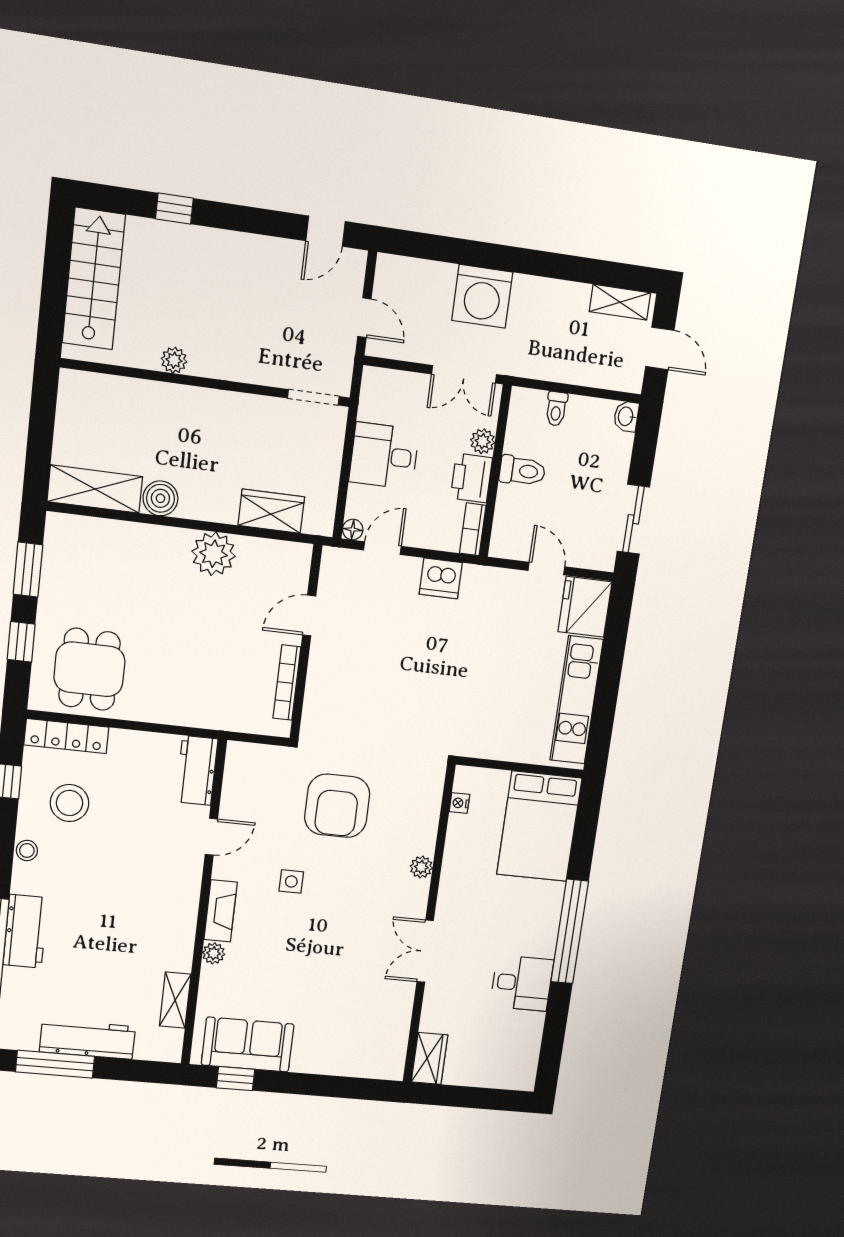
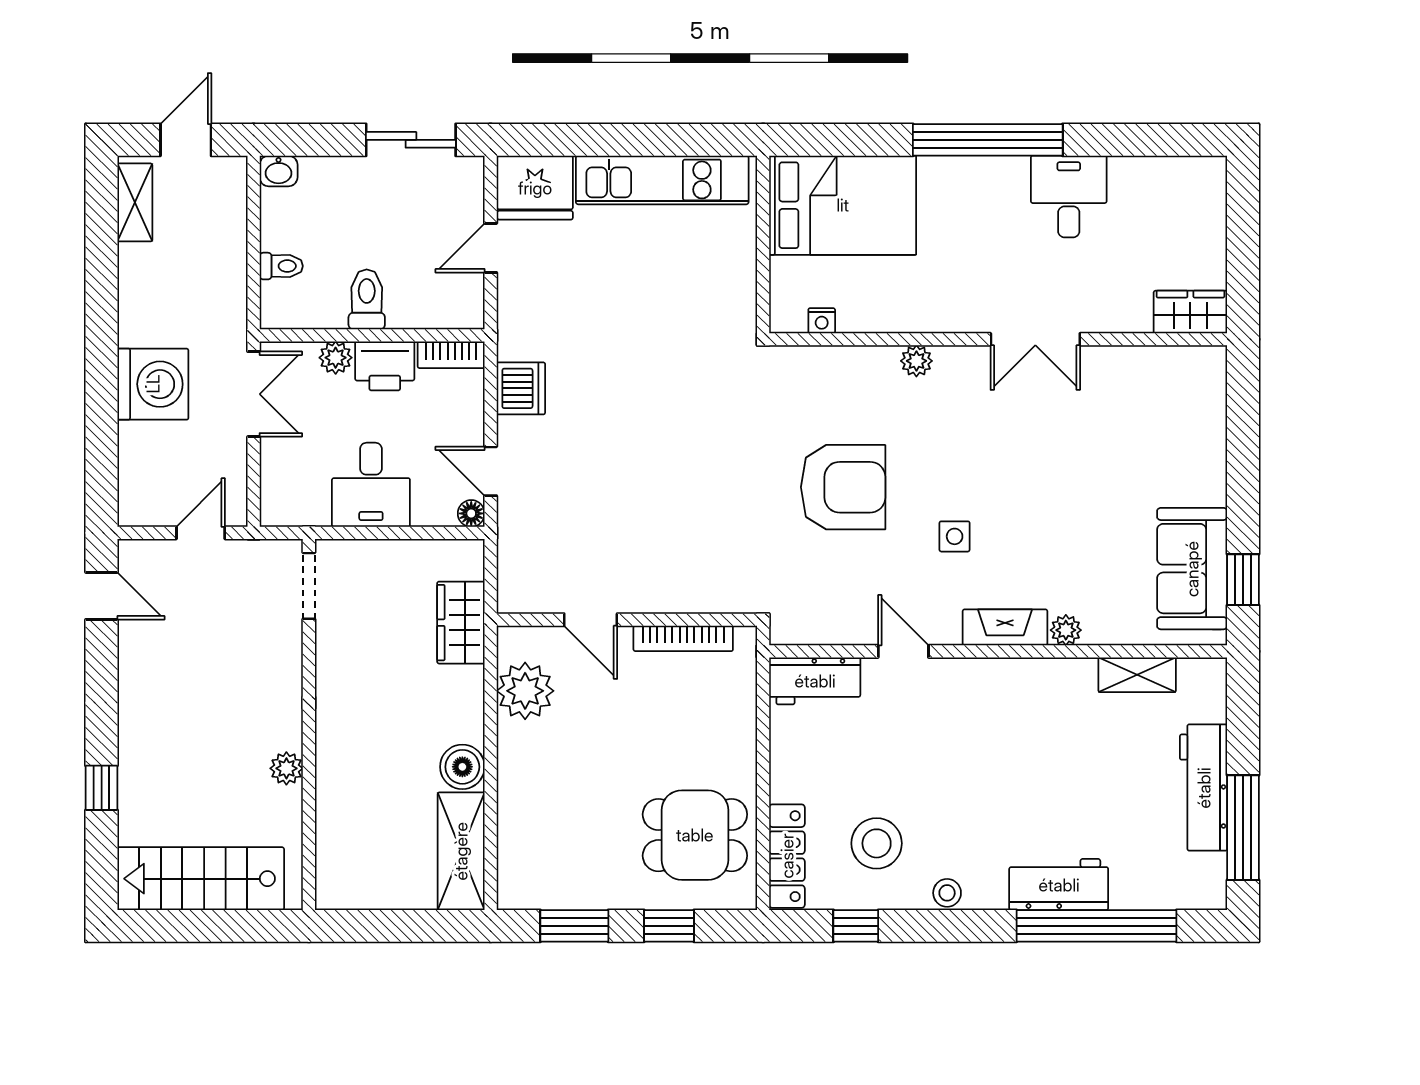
door: (309, 615) -> (591, 620), moved
wall: (306, 642) -> (627, 620), moved
bookcase: (287, 683) -> (683, 638), moved

